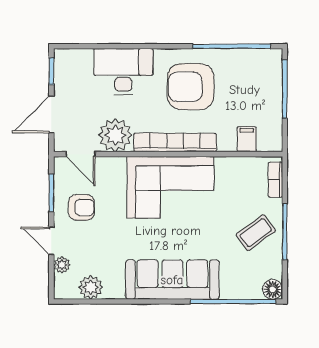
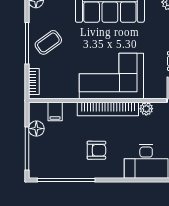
armchair: (191, 87) -> (96, 150), width x0.53, depth x0.53
floor lamp: (272, 116) -> (36, 129), added
plant: (115, 135) -> (146, 109), width x0.53, depth x0.53

